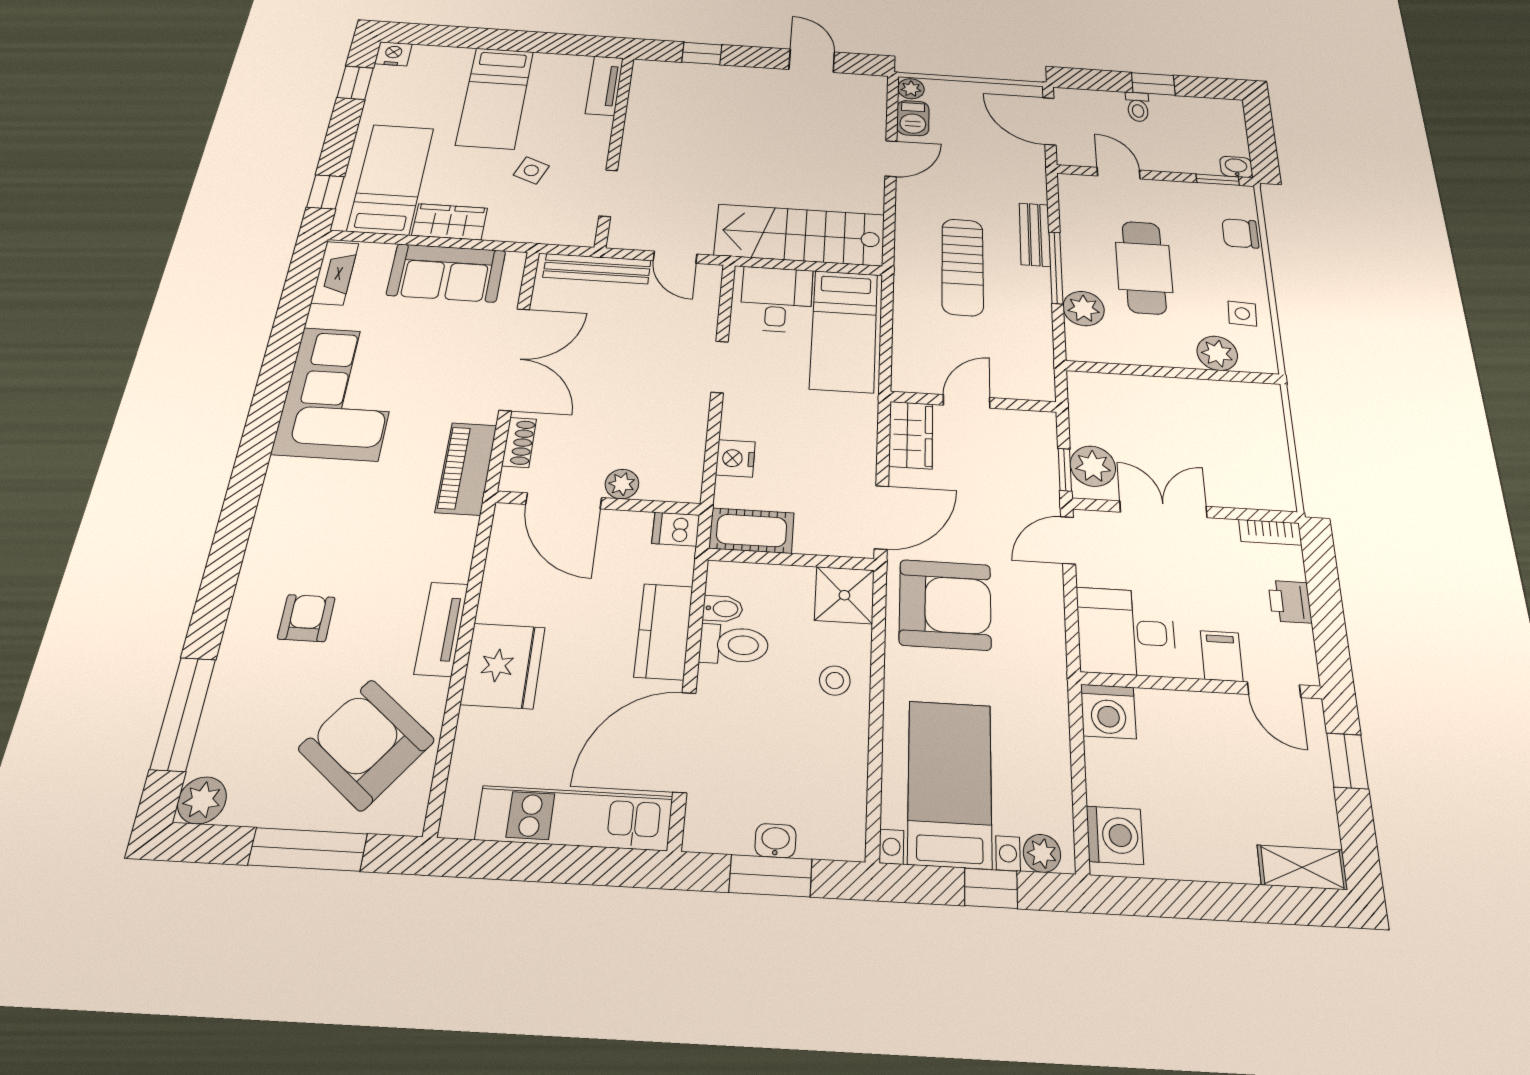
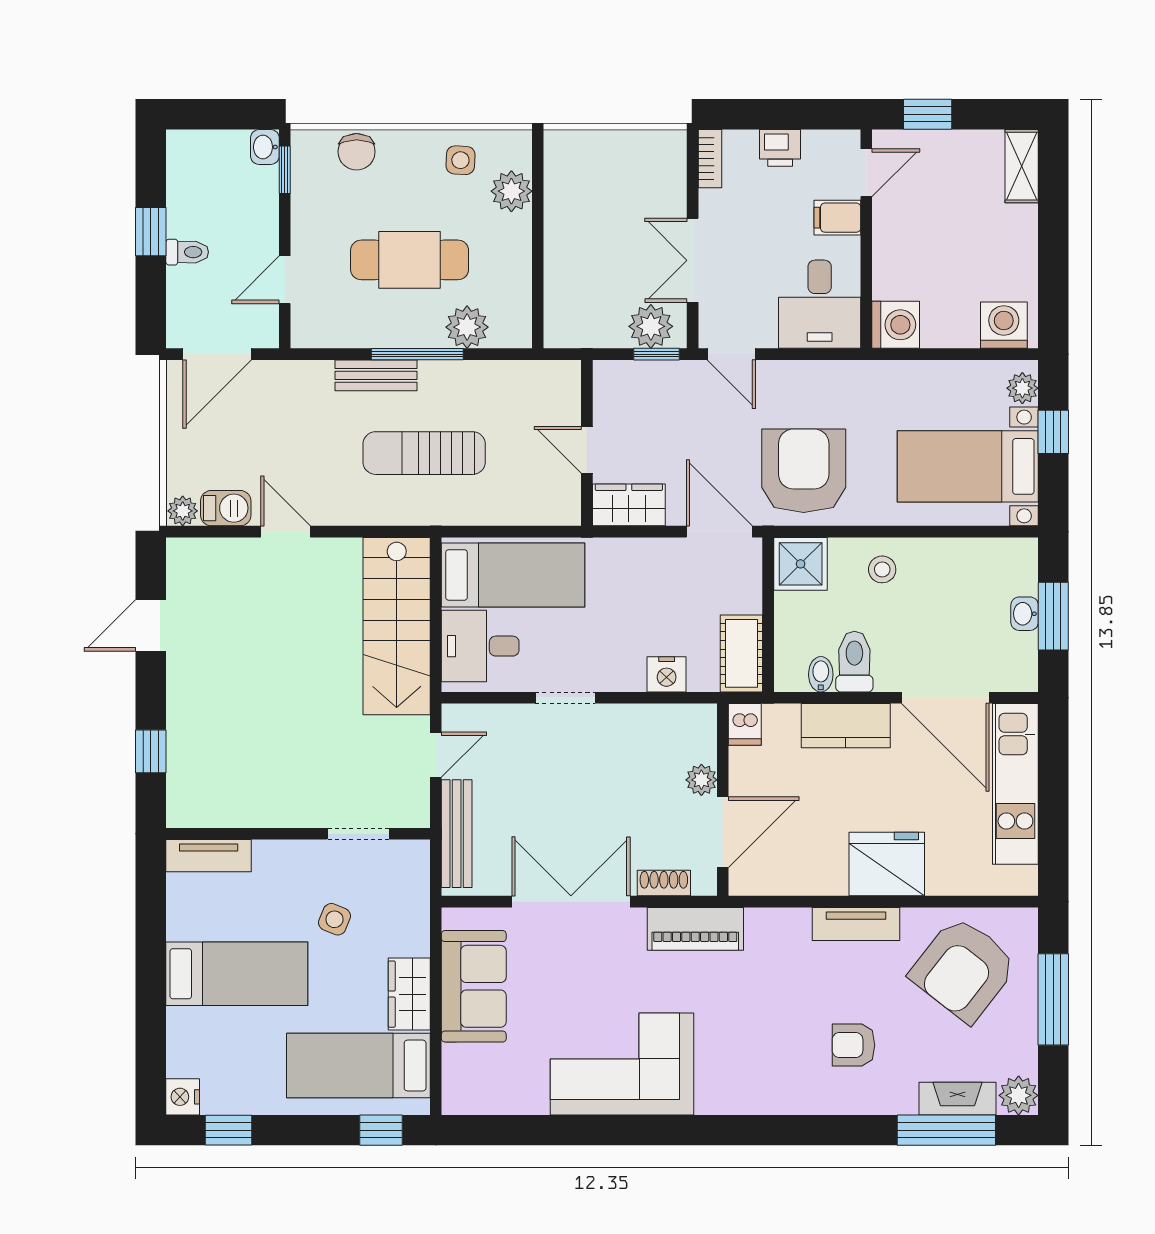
sun lounger: (963, 267) -> (424, 453), turned 180
fireplace: (335, 273) -> (958, 1099), moved

